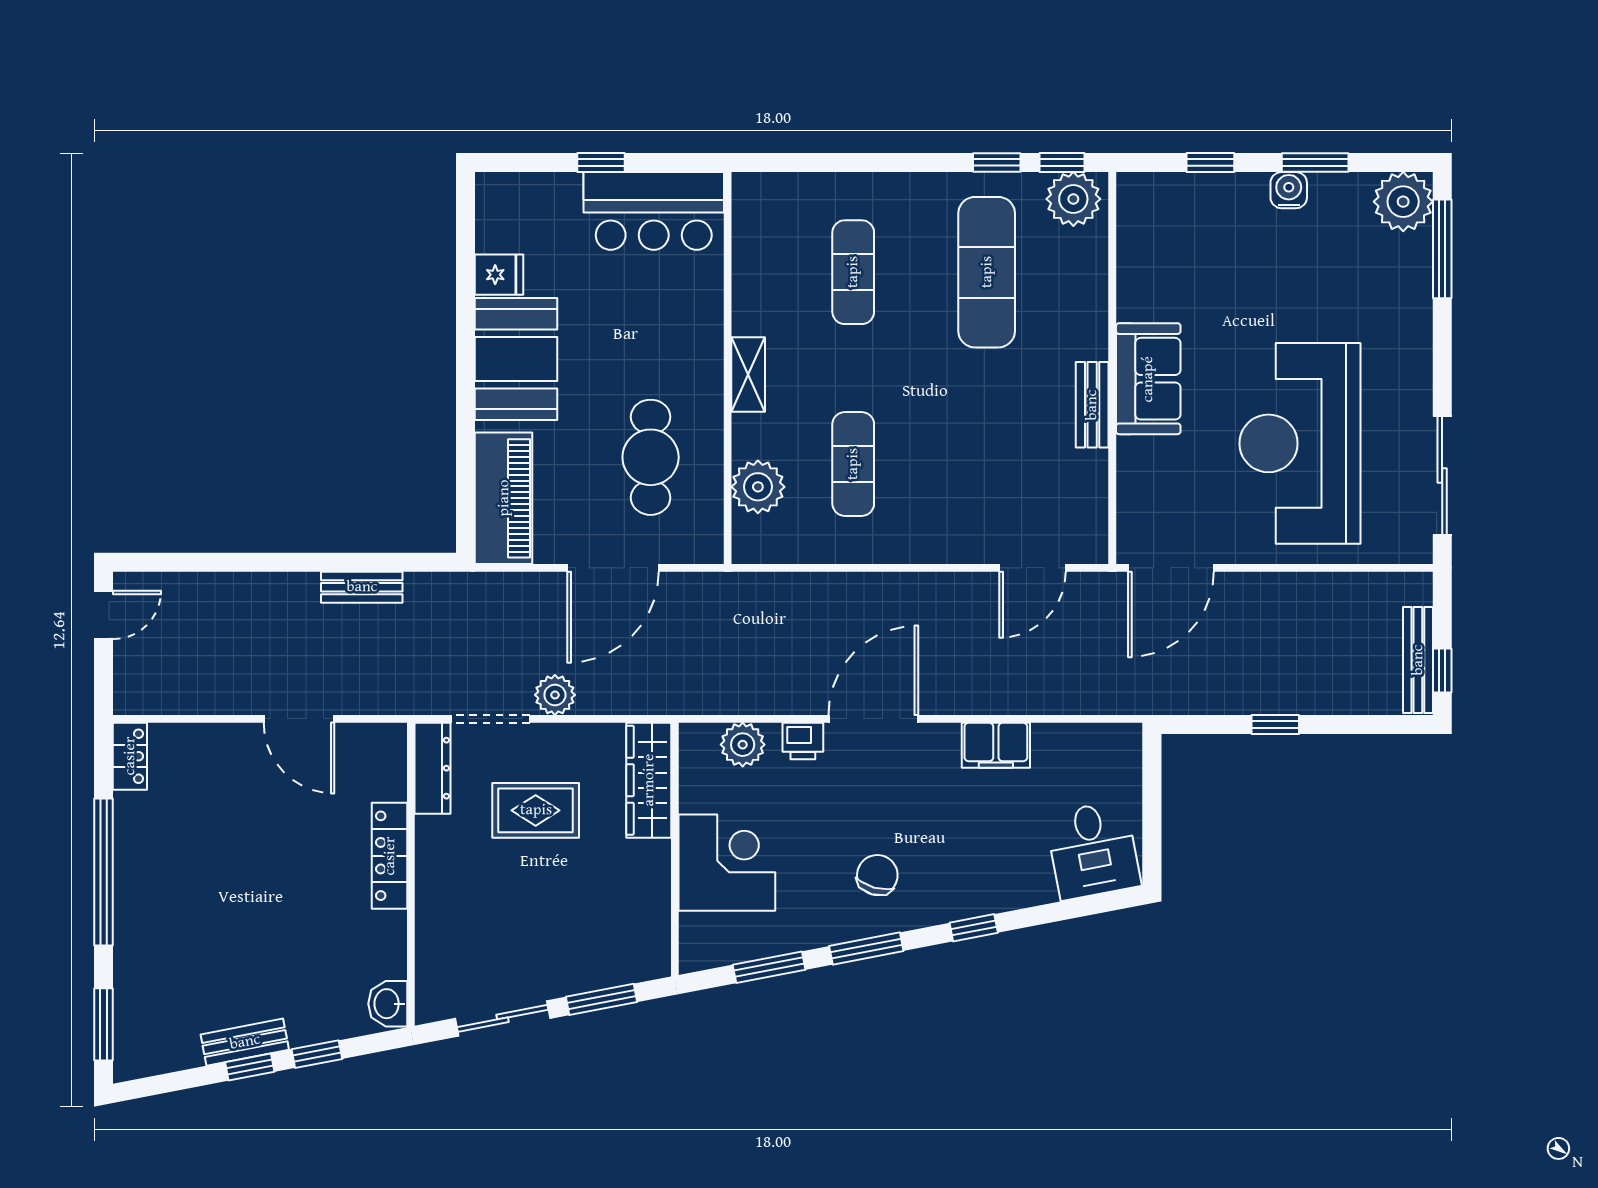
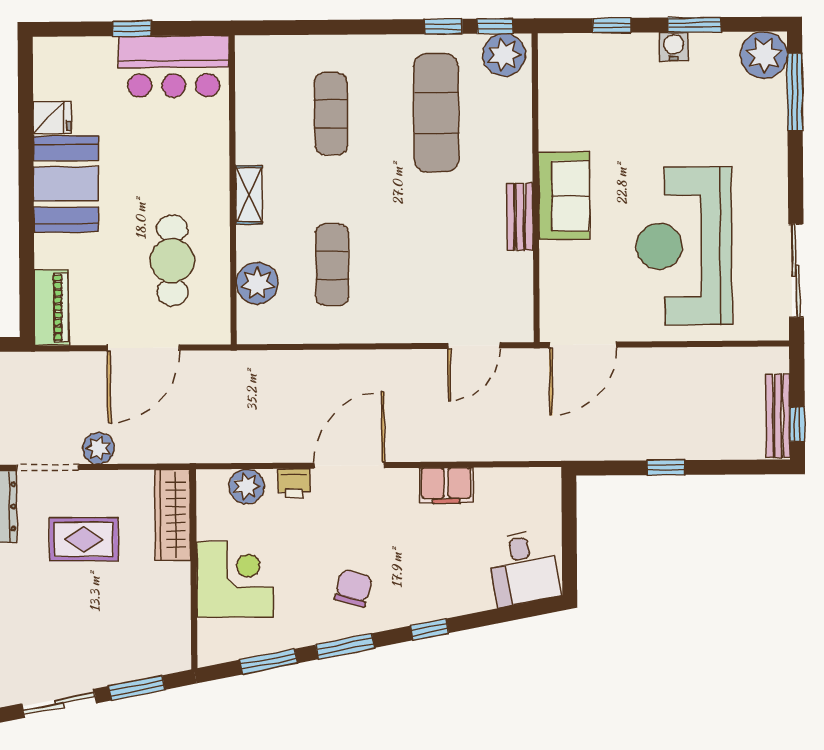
piano: (504, 498) -> (51, 308), width x0.73, depth x0.75

